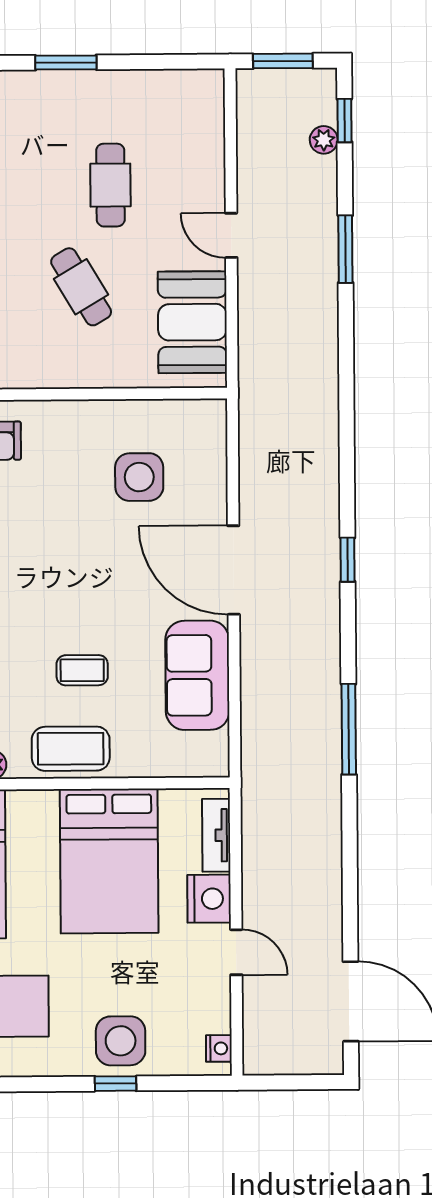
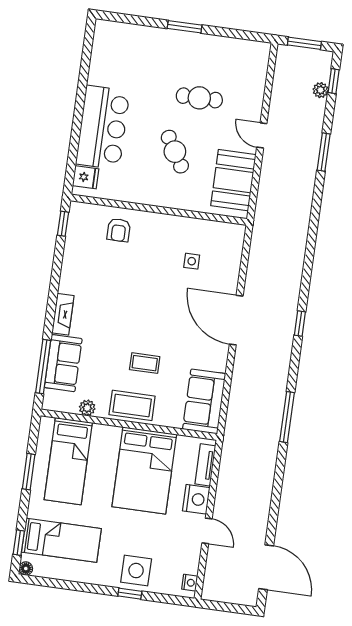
cafe table: (110, 185) -> (199, 98), turned 90
side table: (139, 477) -> (192, 261), width x0.54, depth x0.54
sofa: (197, 675) -> (204, 401), moved

